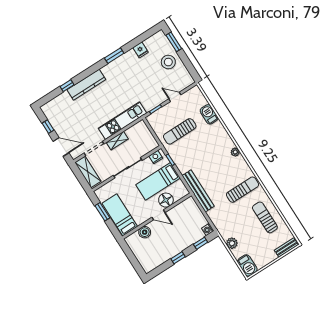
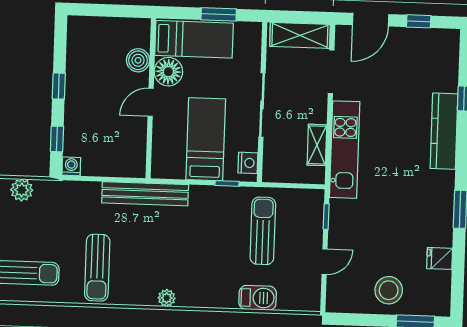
shelving: (117, 141) -> (317, 145), moved
floor lamp: (166, 200) -> (168, 72), moved

